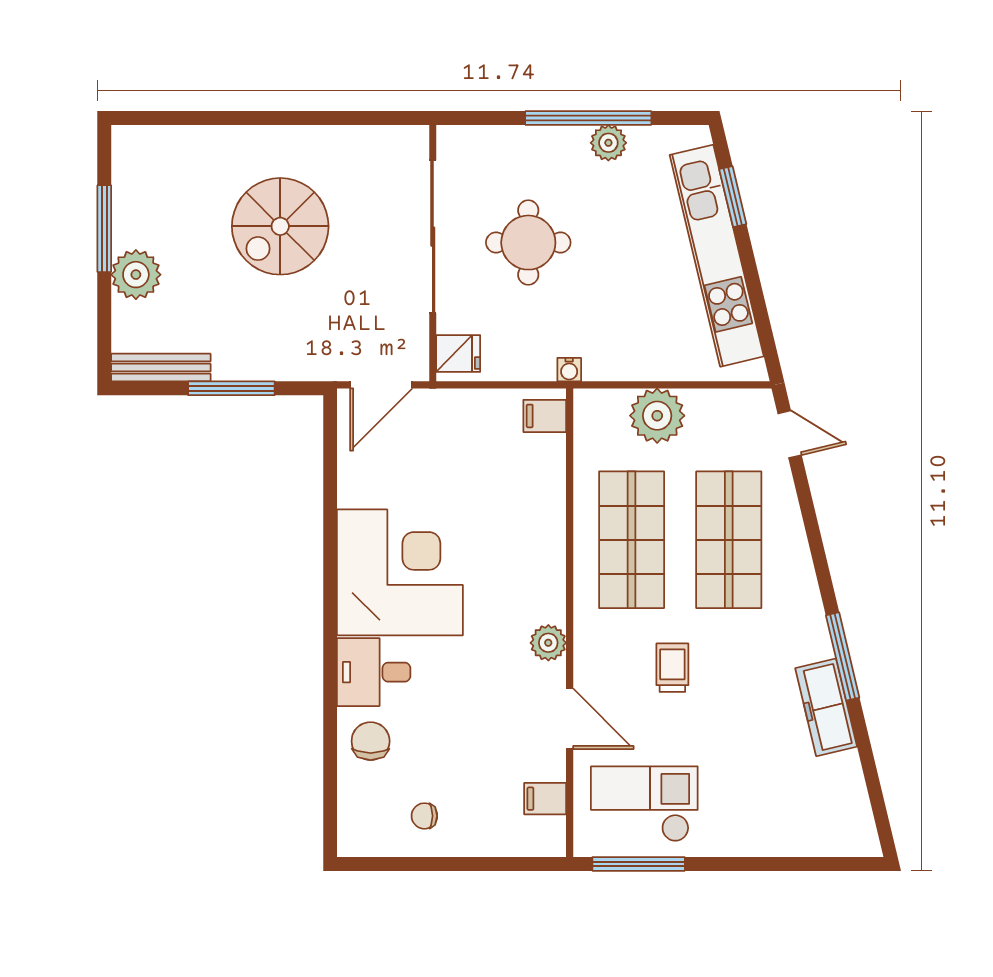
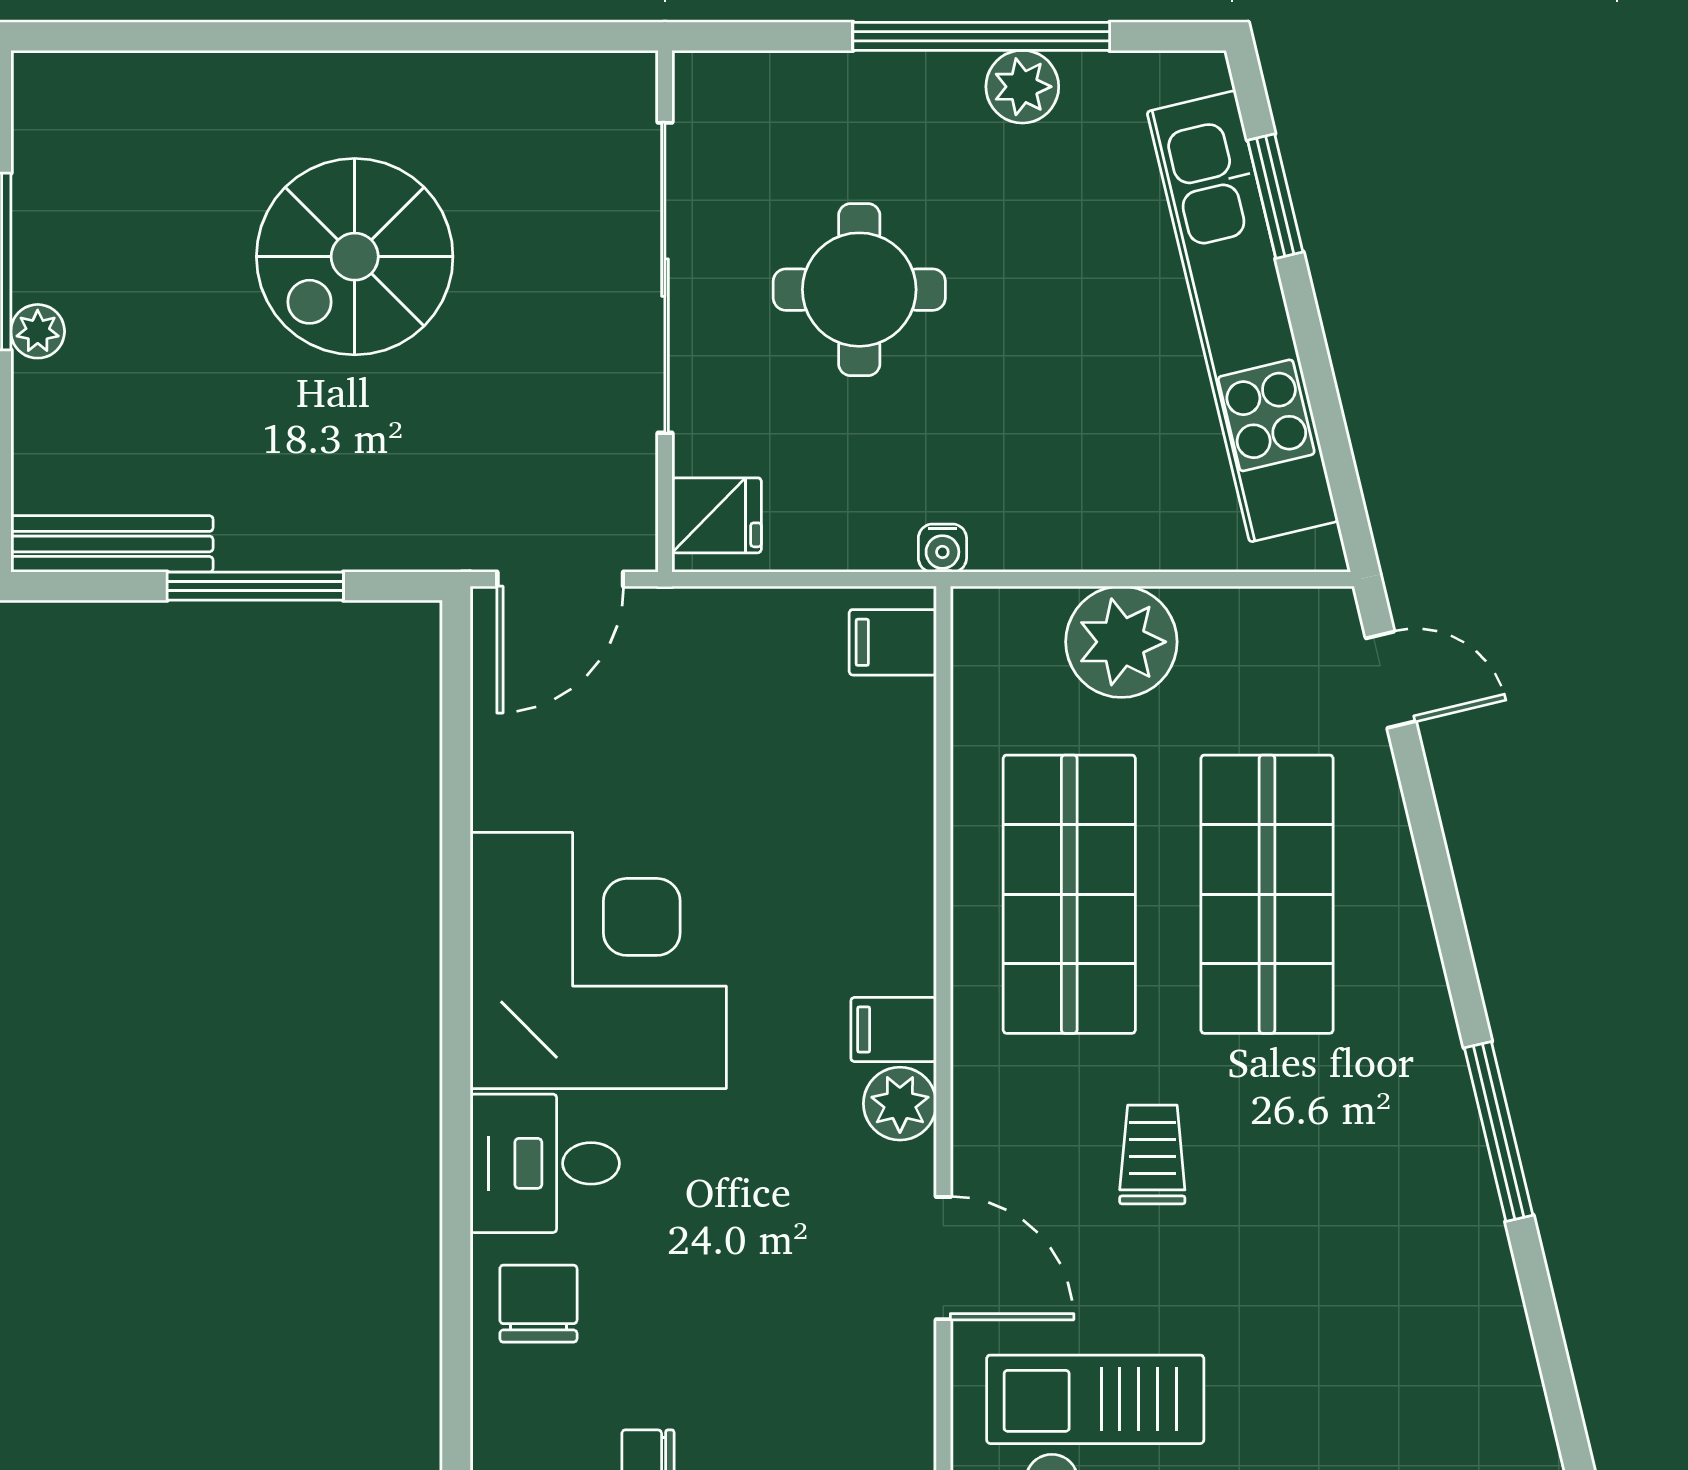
plant: (136, 275) -> (38, 331), width x0.53, depth x0.53
freezer: (826, 707) -> (1465, 1235), removed
filing cabinet: (545, 799) -> (894, 1030), moved

